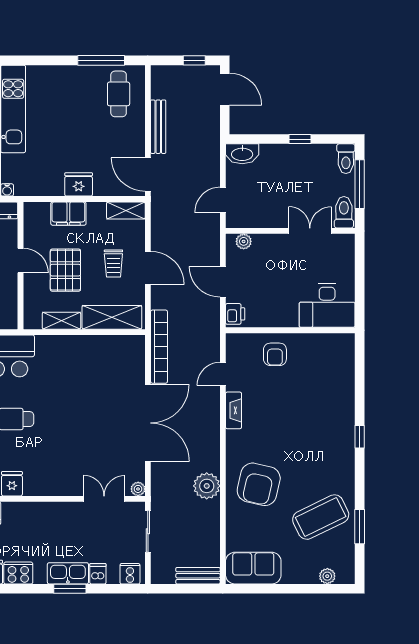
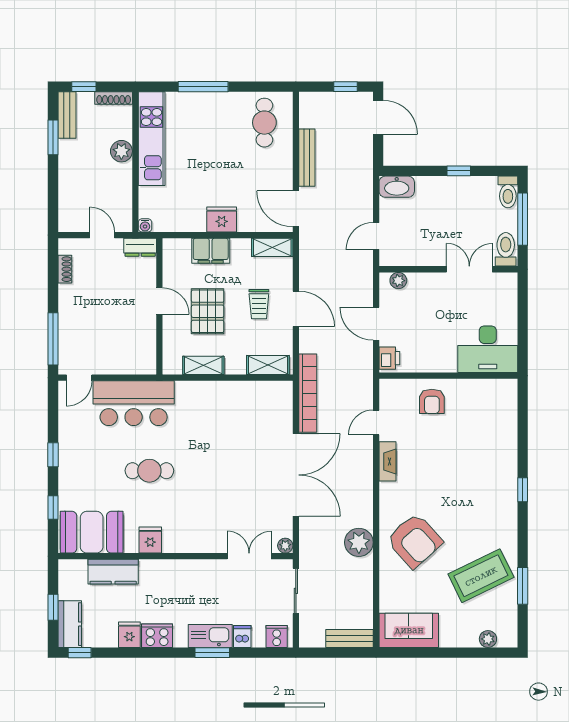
window: (101, 60) -> (203, 87), moved
shelving: (112, 317) -> (268, 365), width x0.67, depth x0.75
armchair: (259, 484) -> (414, 541), turned -55

